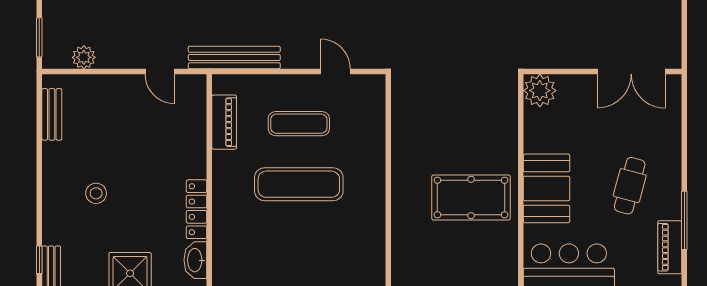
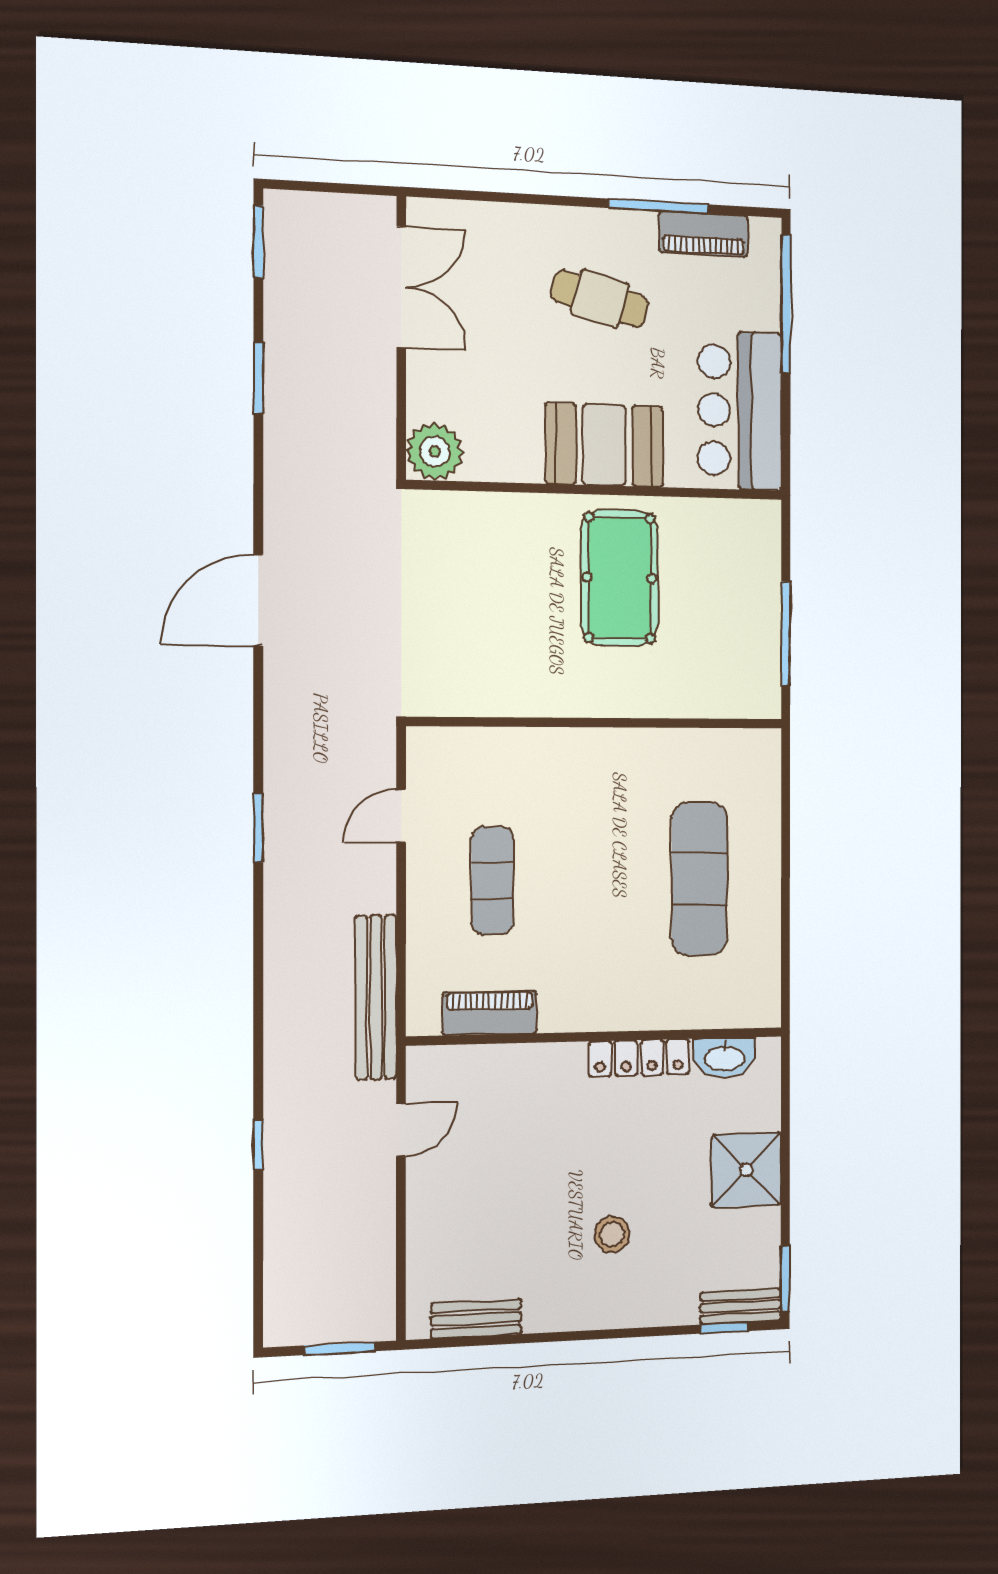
plant: (84, 57) -> (376, 1267), removed
exercise mat: (299, 184) -> (699, 879), moved

